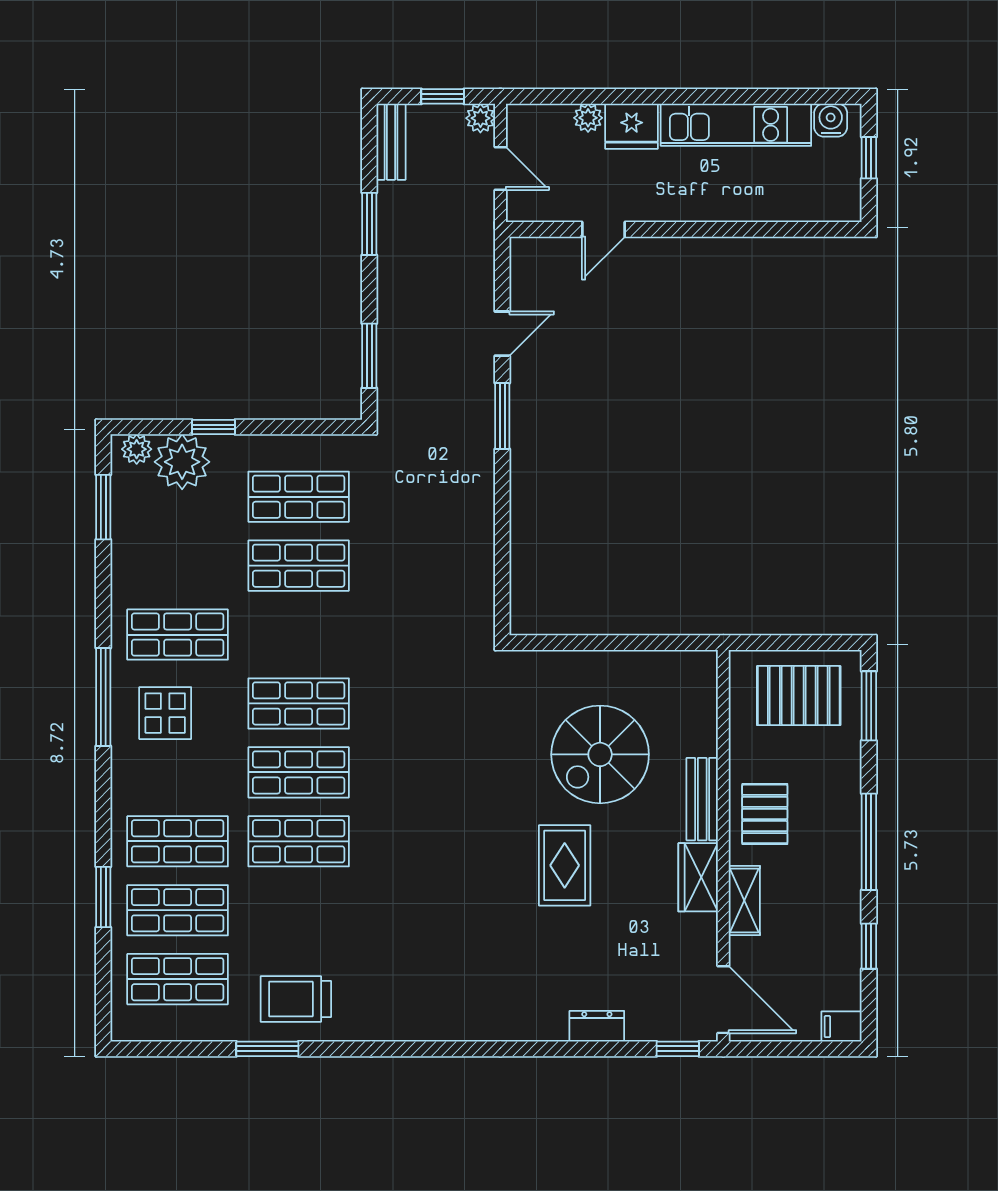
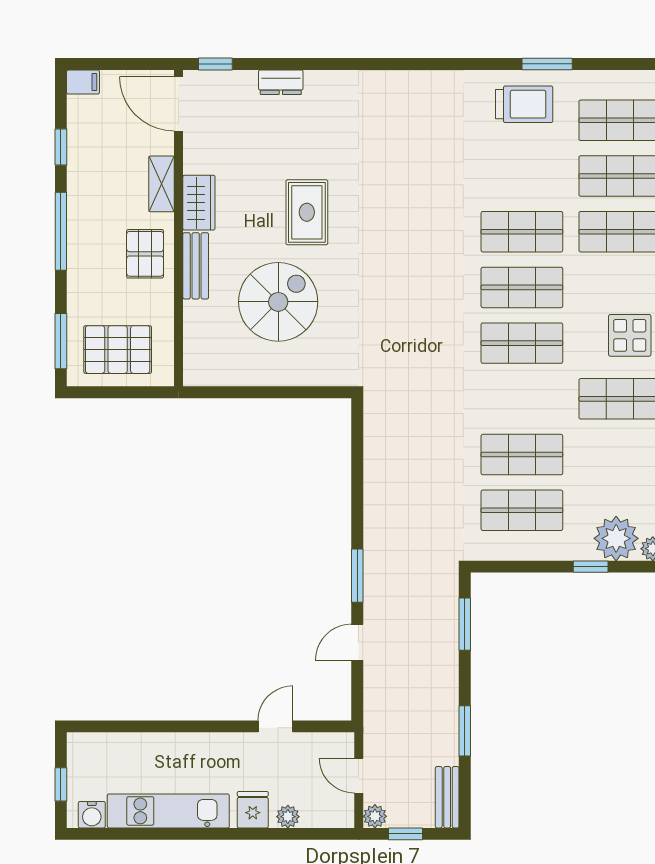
fridge: (632, 126) -> (253, 810), width x0.72

